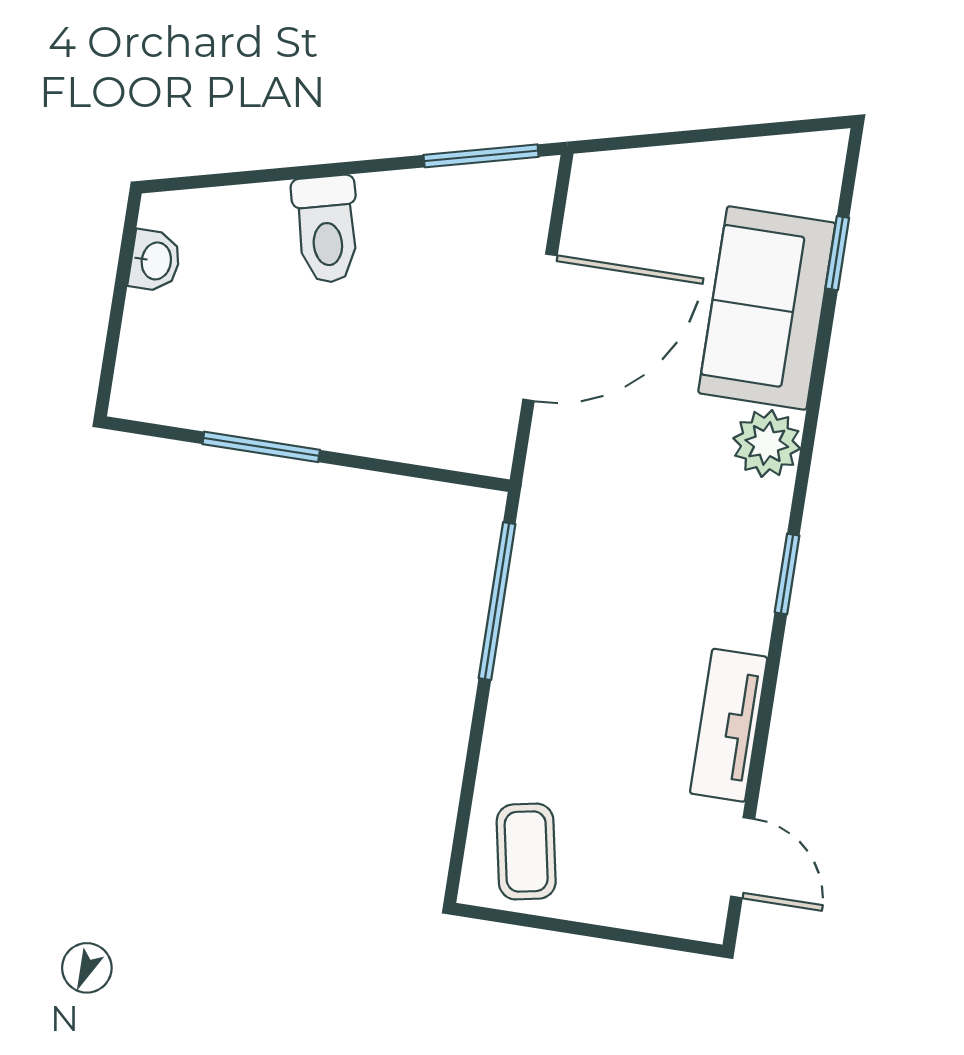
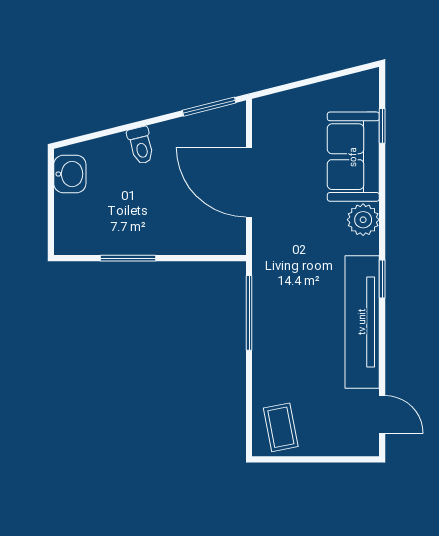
toilet: (327, 229) -> (141, 145), width x0.73, depth x0.72
washbasin: (155, 261) -> (70, 174), width x1.38, depth x1.45
door: (540, 327) -> (249, 182), swing flipped
tv unit: (729, 725) -> (362, 322), width x1.92, depth x1.29

